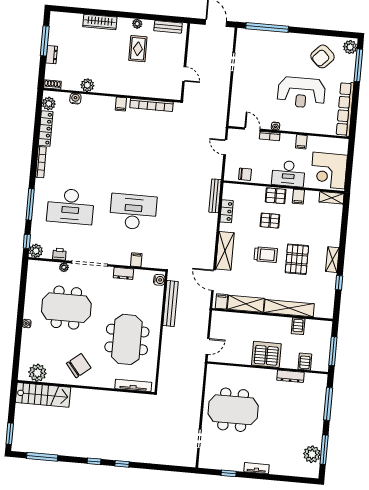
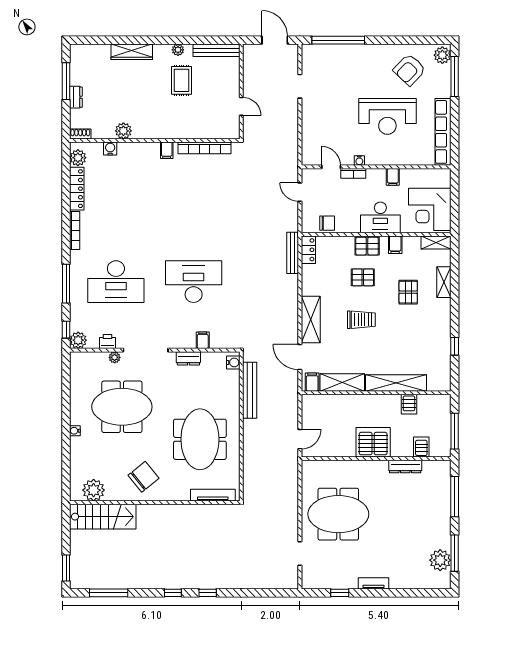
bench: (168, 27) -> (216, 50), width x1.36
locker: (227, 211) -> (308, 250), moved
pallet: (297, 259) -> (408, 292), moved, width x0.67, depth x0.71
shelving: (332, 260) -> (444, 282), moved

